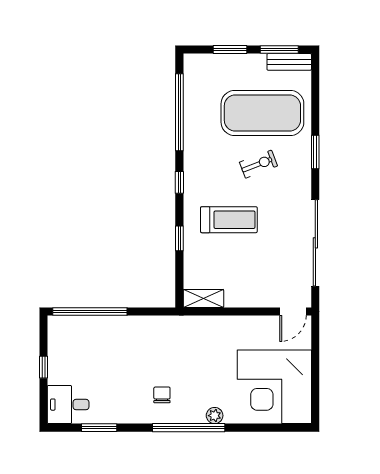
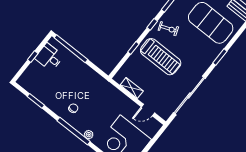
exercise bike: (258, 164) -> (168, 29), moved
treadmill: (229, 220) -> (161, 57), width x1.37, depth x1.38
shelving: (203, 298) -> (132, 88), moved
door: (293, 311) -> (148, 110), moved
desk: (68, 405) -> (49, 57), moved

